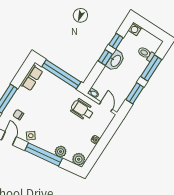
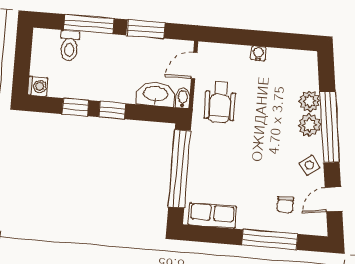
washbasin: (116, 61) -> (156, 94), moved
plant: (79, 159) -> (310, 125), moved

